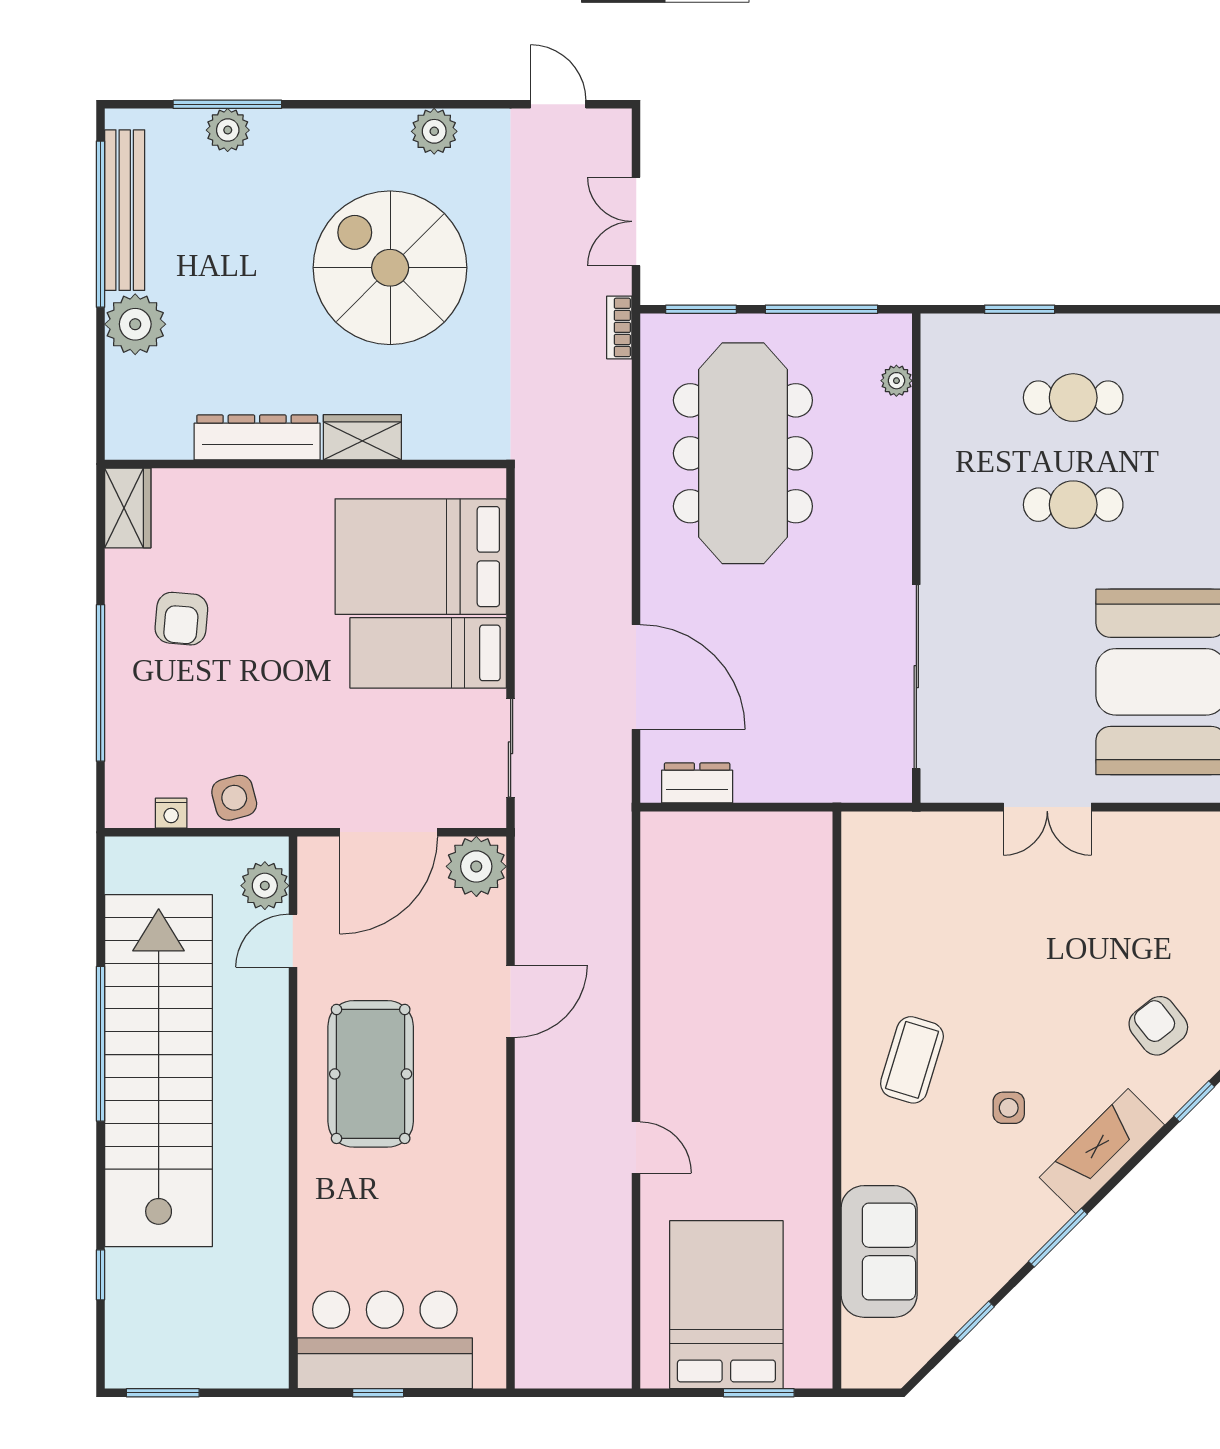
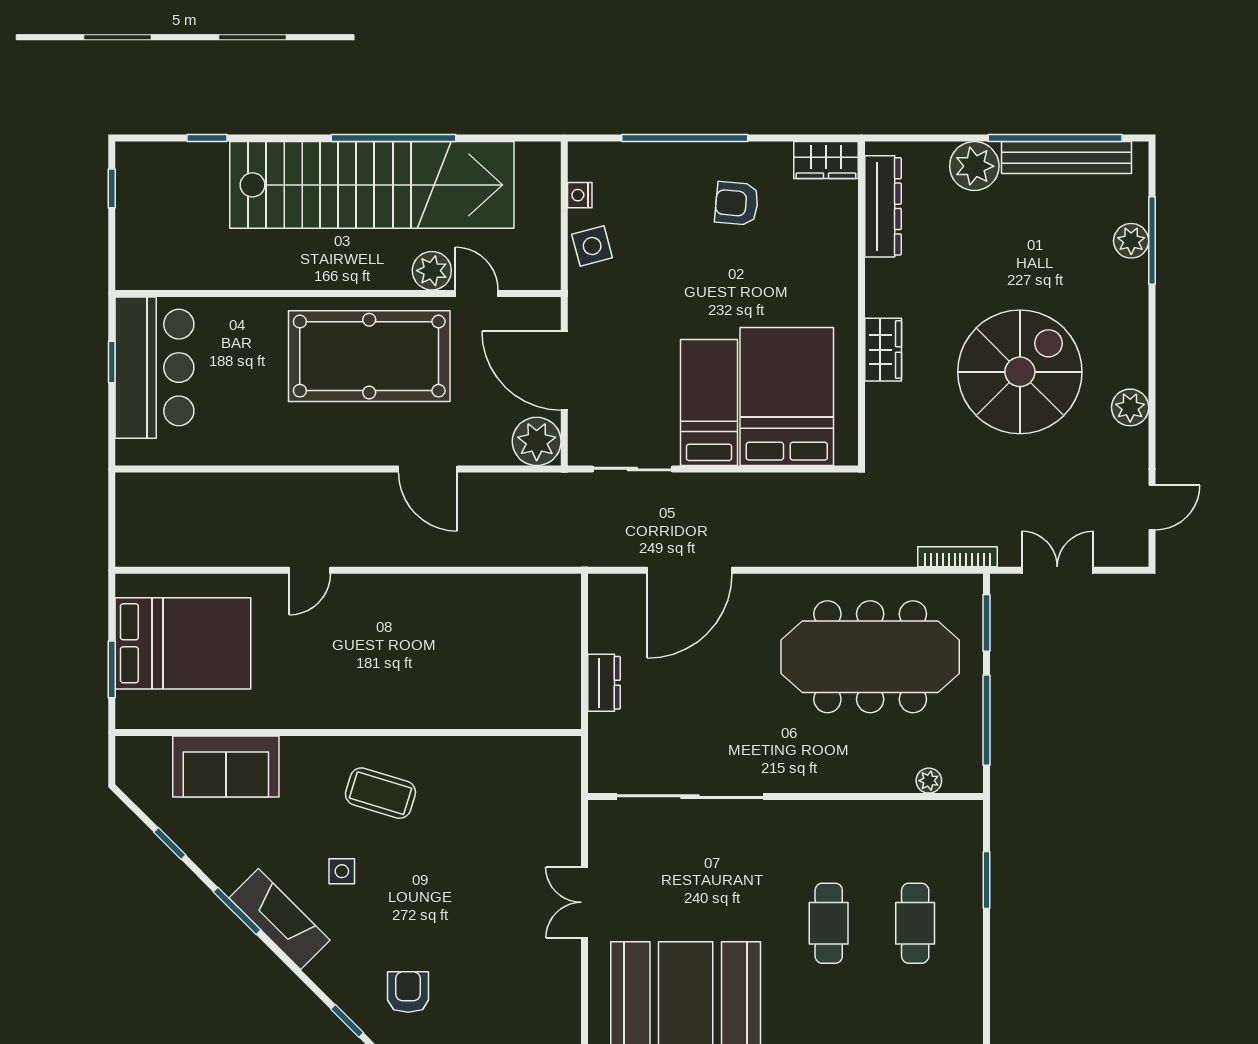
bookcase: (619, 327) -> (958, 557), width x1.56
dresser: (257, 437) -> (883, 206), moved
dresser: (697, 783) -> (604, 683), moved
plant: (265, 886) -> (432, 271), moved
armchair: (1158, 1026) -> (408, 992), turned -52
pool table: (371, 1074) -> (369, 356), width x1.36, depth x1.32
fireplace: (1102, 1151) -> (279, 919), moved
window: (163, 1393) -> (112, 188), width x0.67

